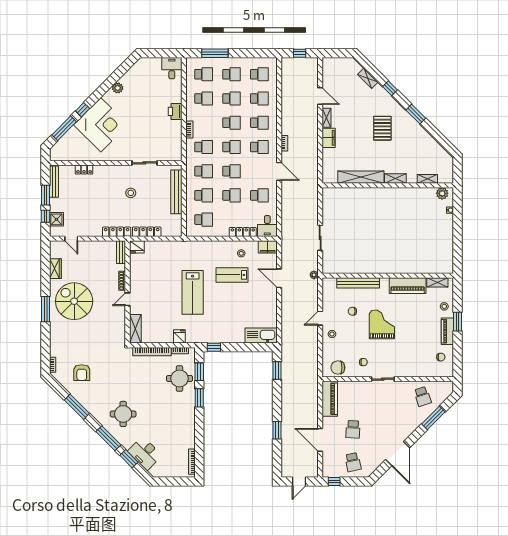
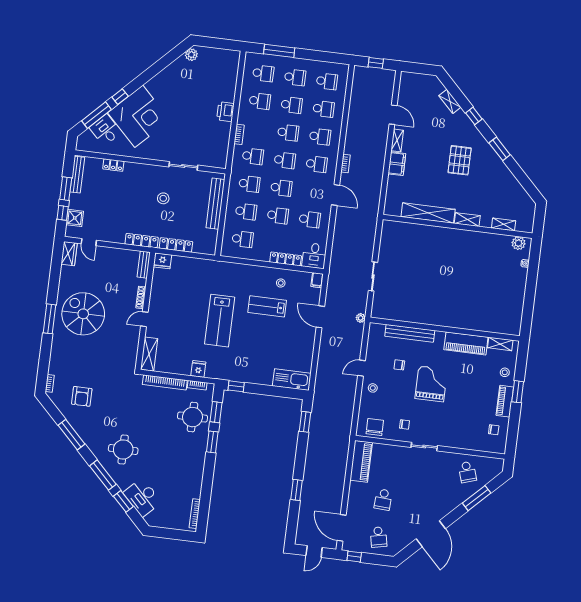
desk: (172, 68) -> (105, 130), moved, turned -45
plant: (118, 88) -> (191, 55), moved
filing cabinet: (268, 247) -> (317, 280), width x0.50
wardrobe: (55, 269) -> (69, 254), moved
chair: (338, 368) -> (375, 427), turned 90
door: (320, 440) -> (342, 528), moved

